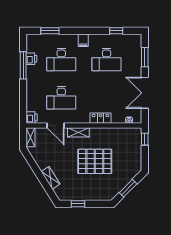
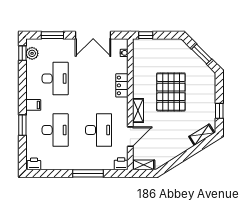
window: (50, 31) -> (22, 125), moved
window: (116, 31) -> (22, 53), moved
plant: (129, 39) -> (32, 53), added
printer: (31, 59) -> (34, 164), moved
window: (23, 65) -> (88, 173), moved
shelving: (51, 178) -> (202, 135), moved

